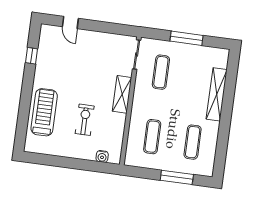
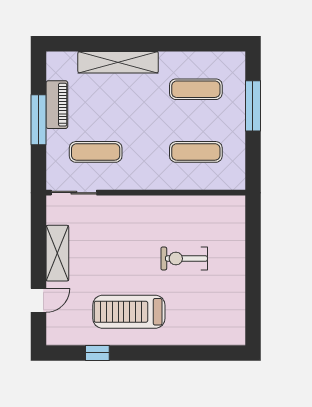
piano: (195, 51) -> (57, 105), added
shelving: (122, 94) -> (57, 253), moved, turned 90
treadmill: (44, 112) -> (129, 312), moved
water cooler: (102, 156) -> (237, 224), removed

